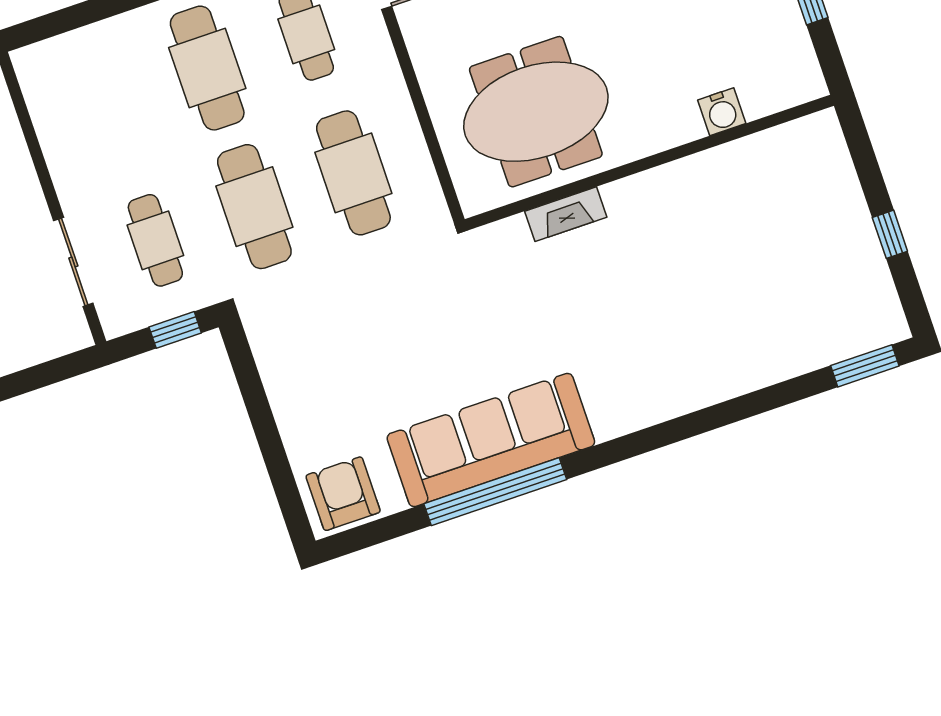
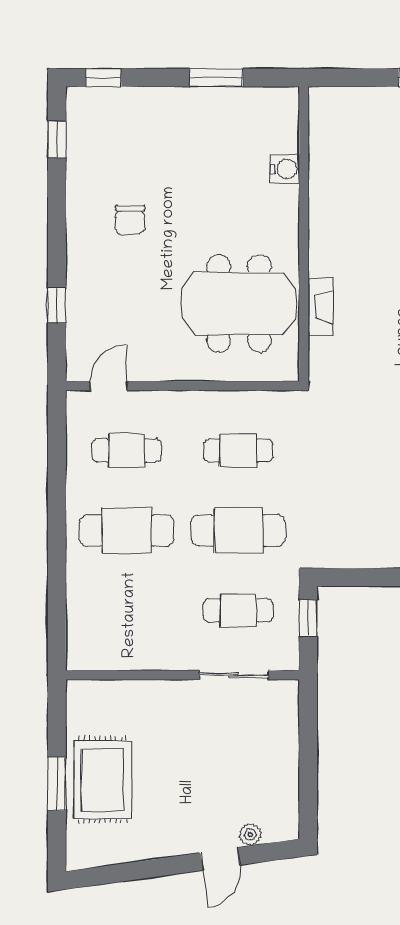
meeting table: (536, 112) -> (239, 303), turned 90
cafe table: (353, 173) -> (238, 450), width x0.73, depth x0.74

